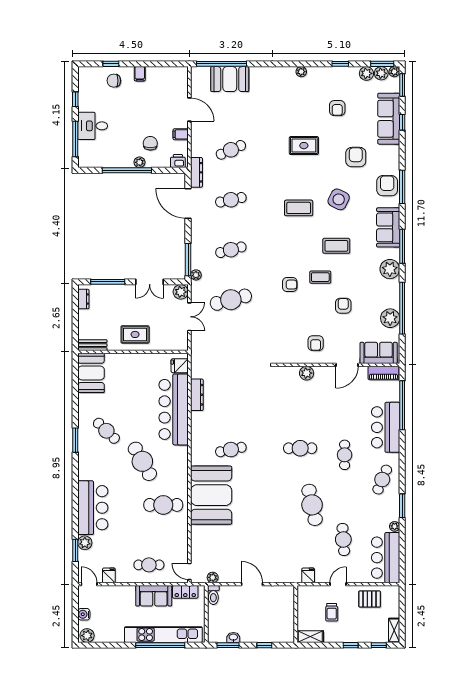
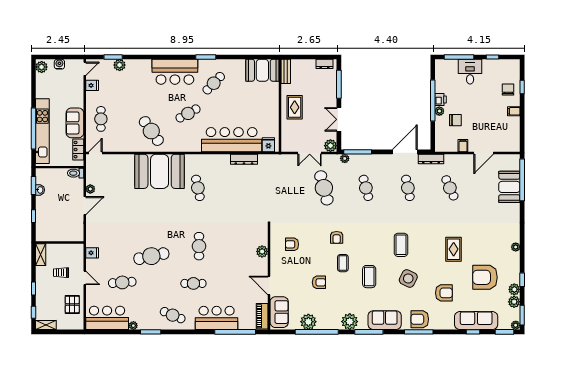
plant: (381, 73) -> (514, 289), moved
armchair: (337, 108) -> (485, 277), width x1.88, depth x1.88
printer: (178, 161) -> (440, 100), moved
armchair: (387, 186) -> (420, 319), turned 180
armchair: (316, 343) -> (292, 244), moved
cafe table: (142, 461) -> (188, 113), width x0.73, depth x0.74
cafe table: (163, 505) -> (151, 131), turned -35
bar counter: (93, 508) -> (175, 72), moved
plant: (213, 577) -> (90, 189), moved

